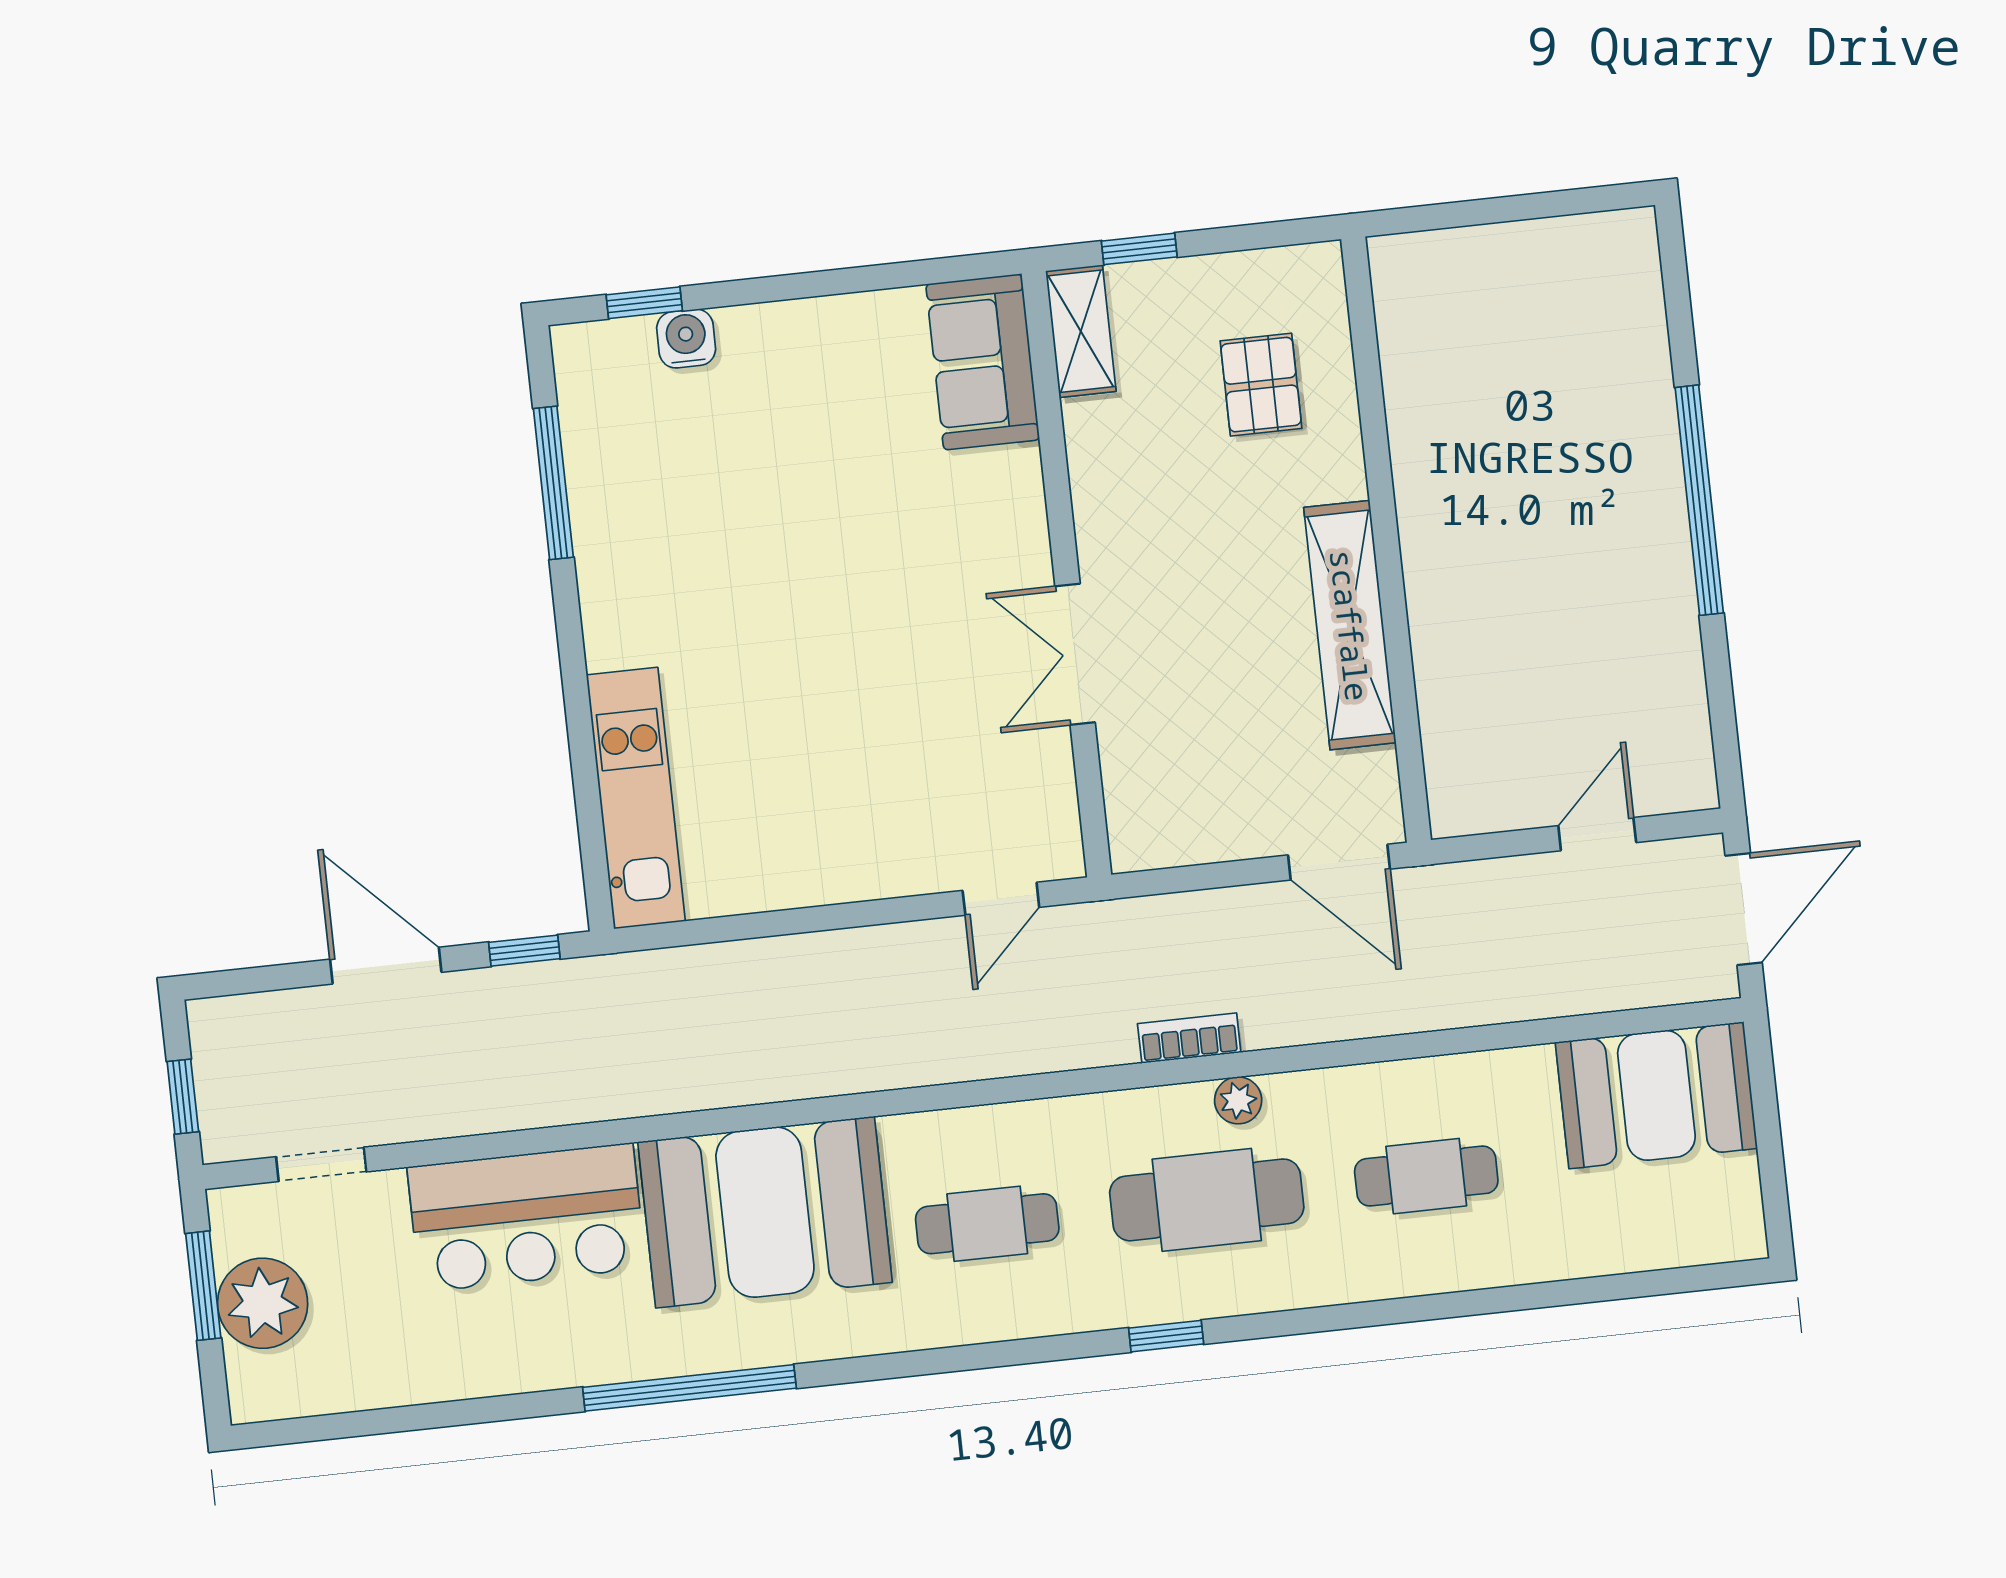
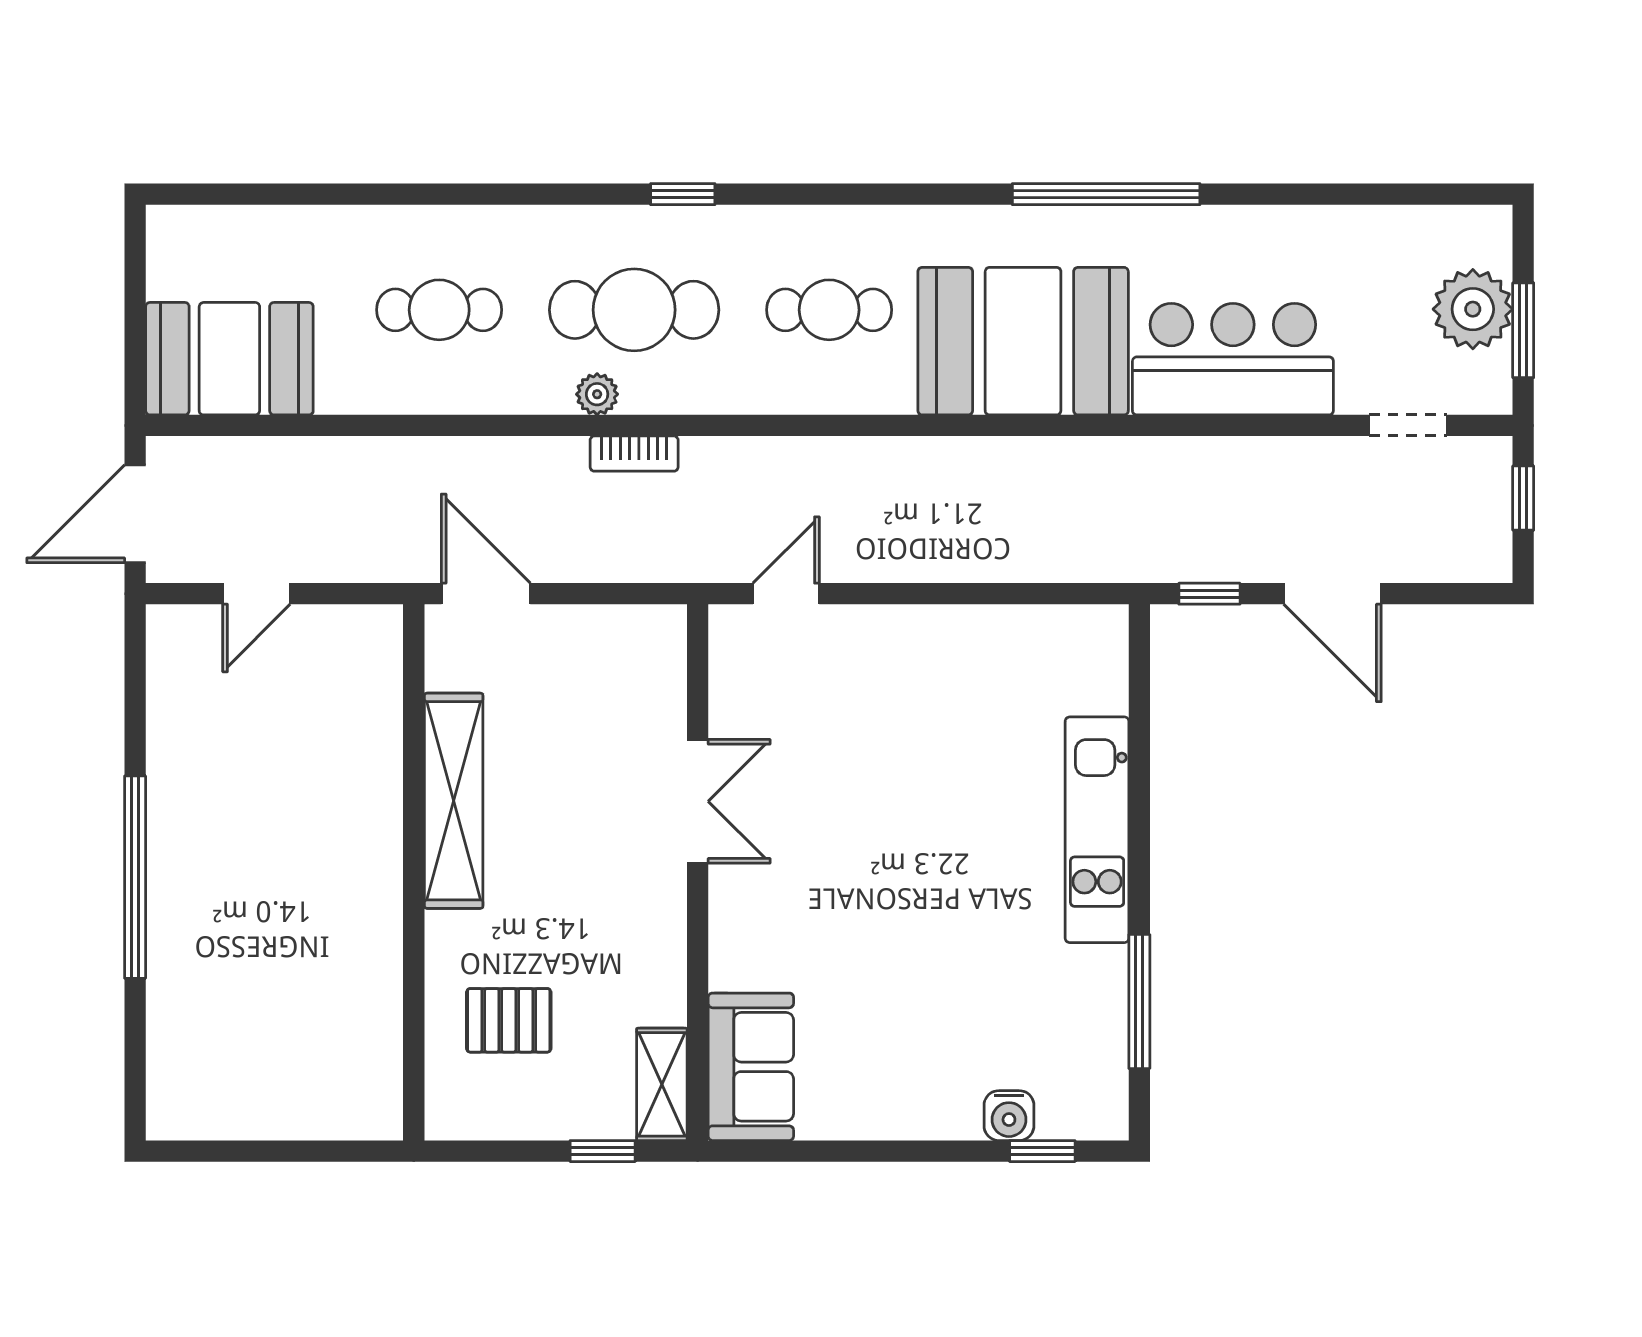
pallet: (1261, 385) -> (509, 1020), turned 90
kitchen unit: (636, 798) -> (1097, 830), moved

